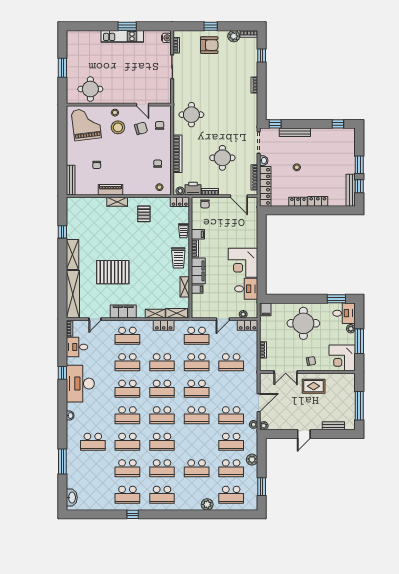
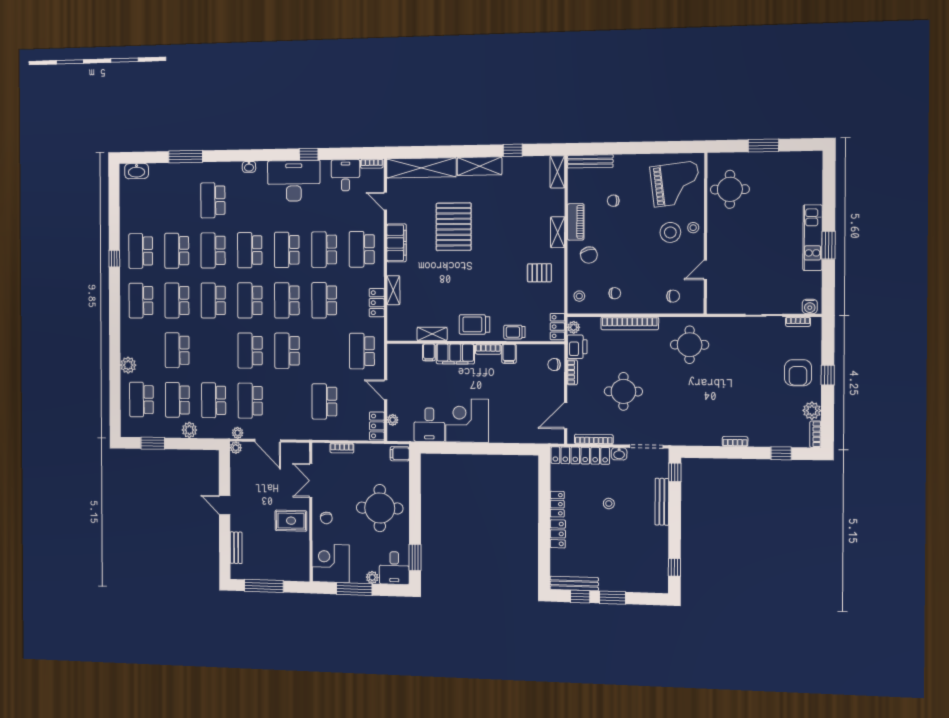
chair: (141, 128) -> (589, 255), moved
shelving: (177, 313) -> (557, 172), moved
school desk: (197, 362) -> (324, 351), removed
rug: (314, 386) -> (291, 521), turned 90

